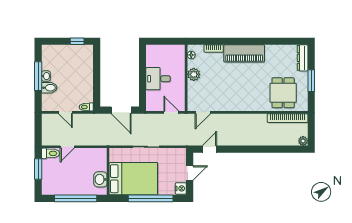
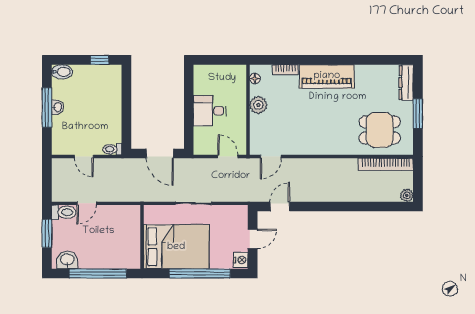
bidet: (49, 88) -> (62, 72), moved
dining table: (283, 93) -> (380, 130), turned 90
washbasin: (100, 179) -> (67, 260), moved, turned 90

